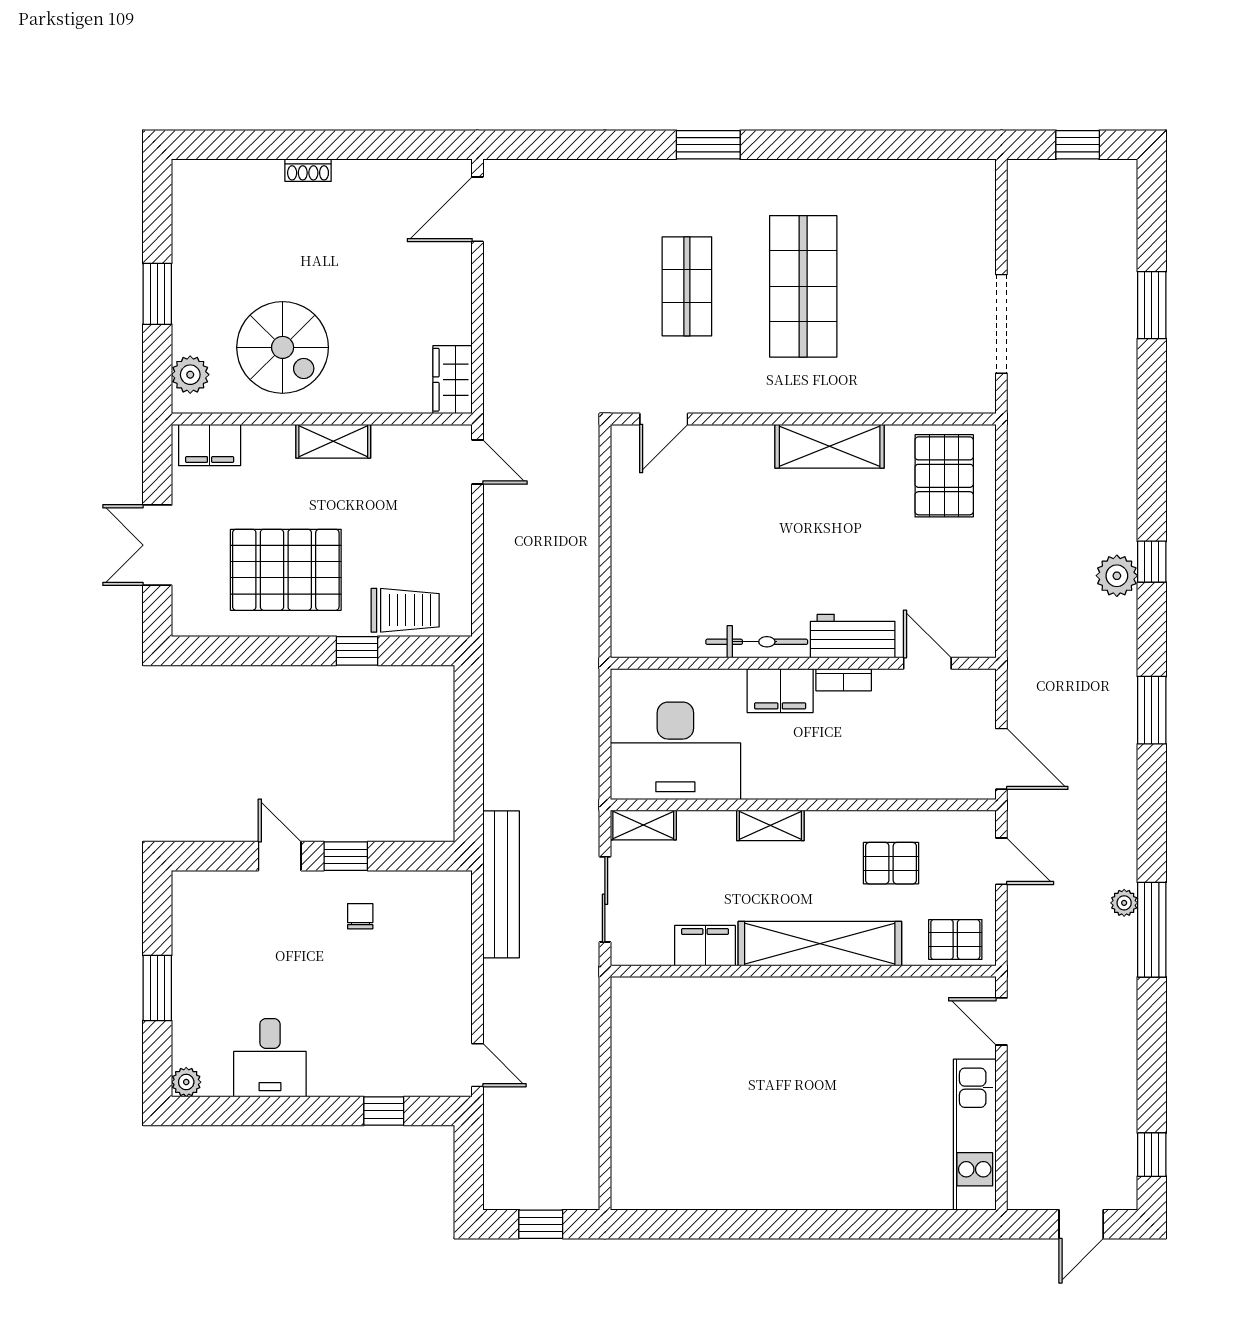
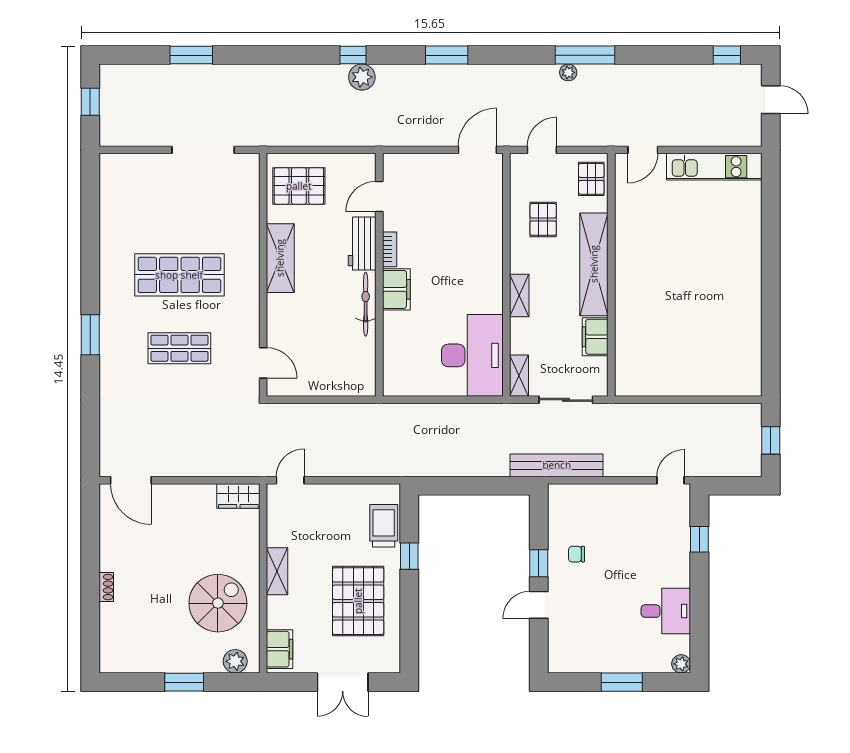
workbench: (853, 636) -> (362, 244), moved
bicycle: (757, 642) -> (366, 304), moved
wall: (803, 663) -> (379, 275), moved
door: (927, 663) -> (379, 197), moved
bookcase: (844, 680) -> (390, 249), moved
filing cabinet: (780, 691) -> (396, 289), moved

